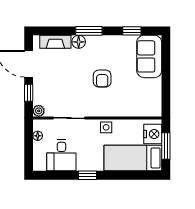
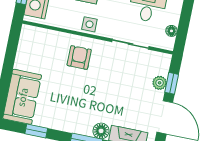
armchair: (102, 79) -> (79, 57), moved
plant: (39, 111) -> (160, 83), moved

